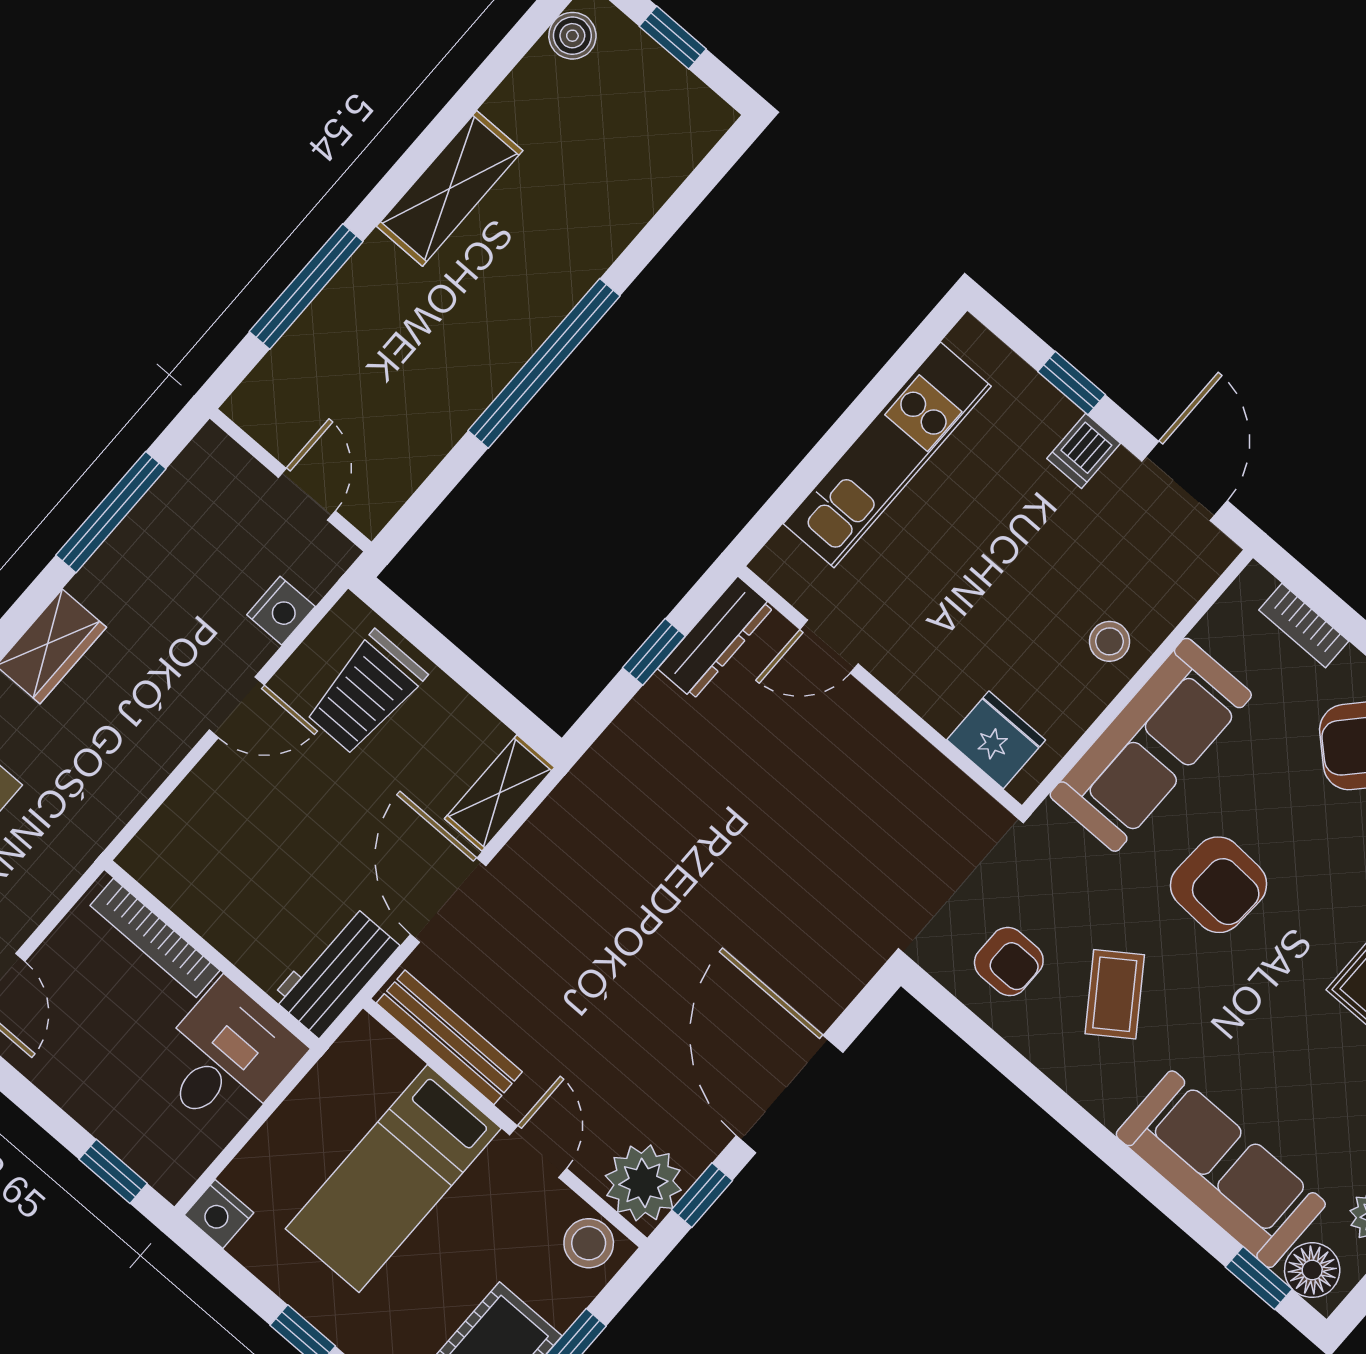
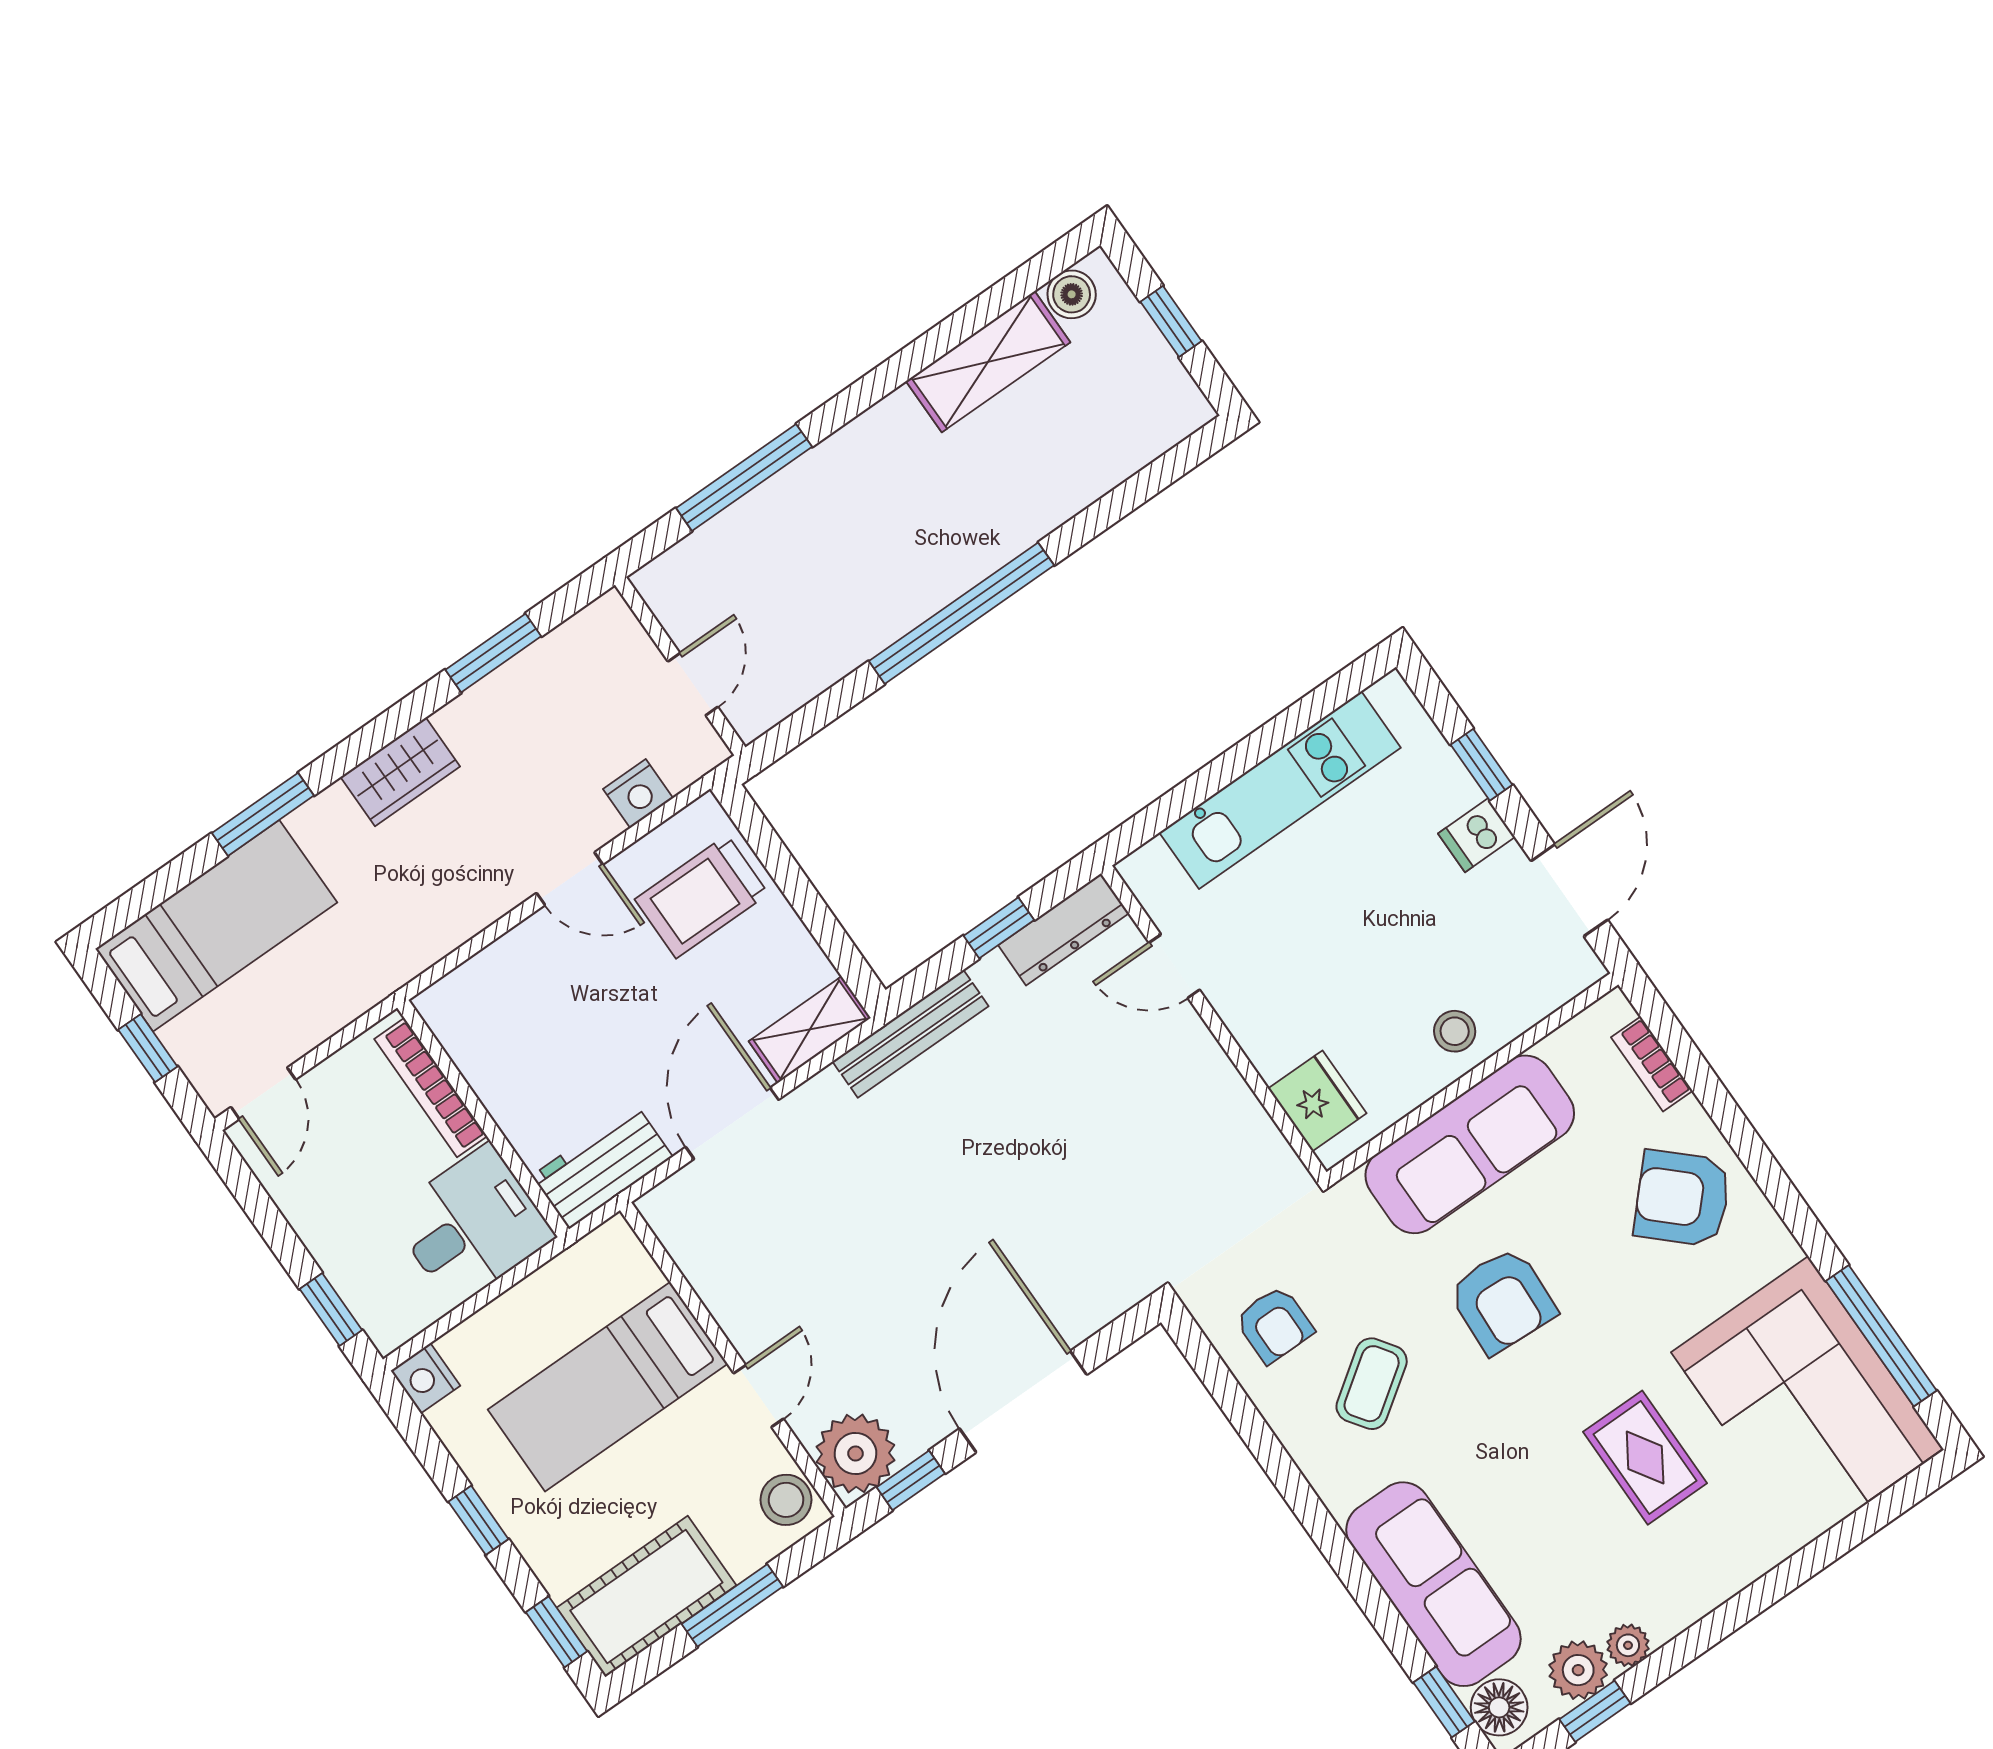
shelving: (450, 188) -> (988, 362), moved
window: (111, 512) -> (493, 653), width x0.69
bench: (449, 1037) -> (911, 1034), moved, turned 90

